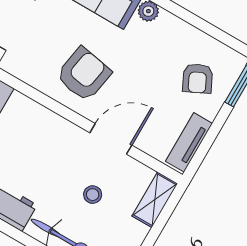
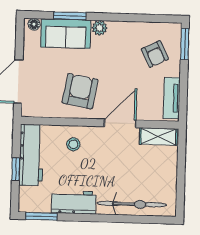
stool: (93, 195) -> (73, 144), moved
shelving: (155, 200) -> (158, 137), moved, turned 90

